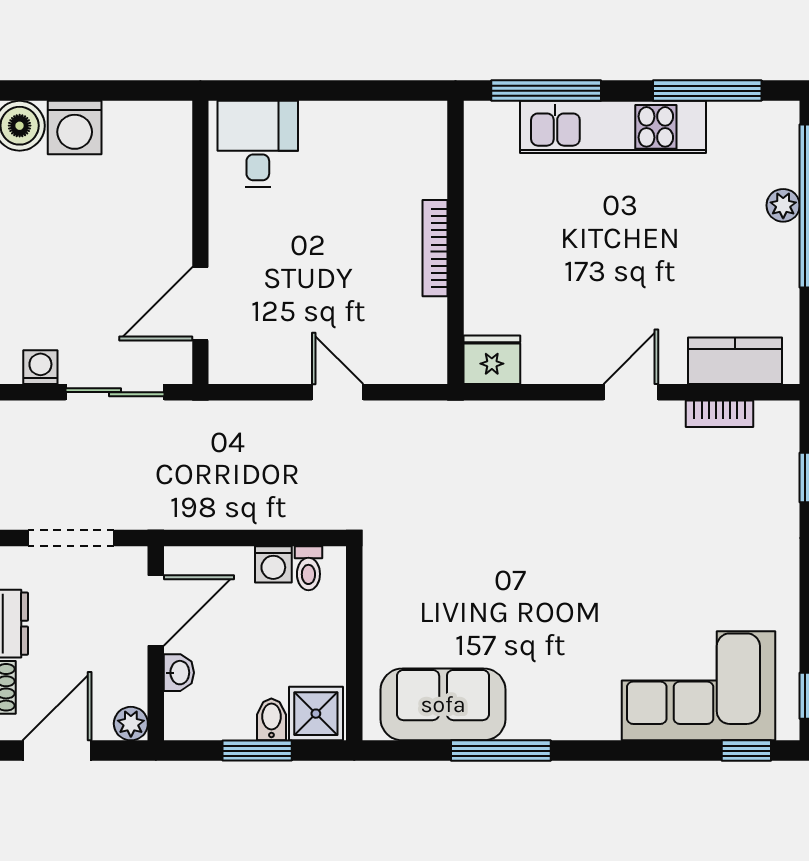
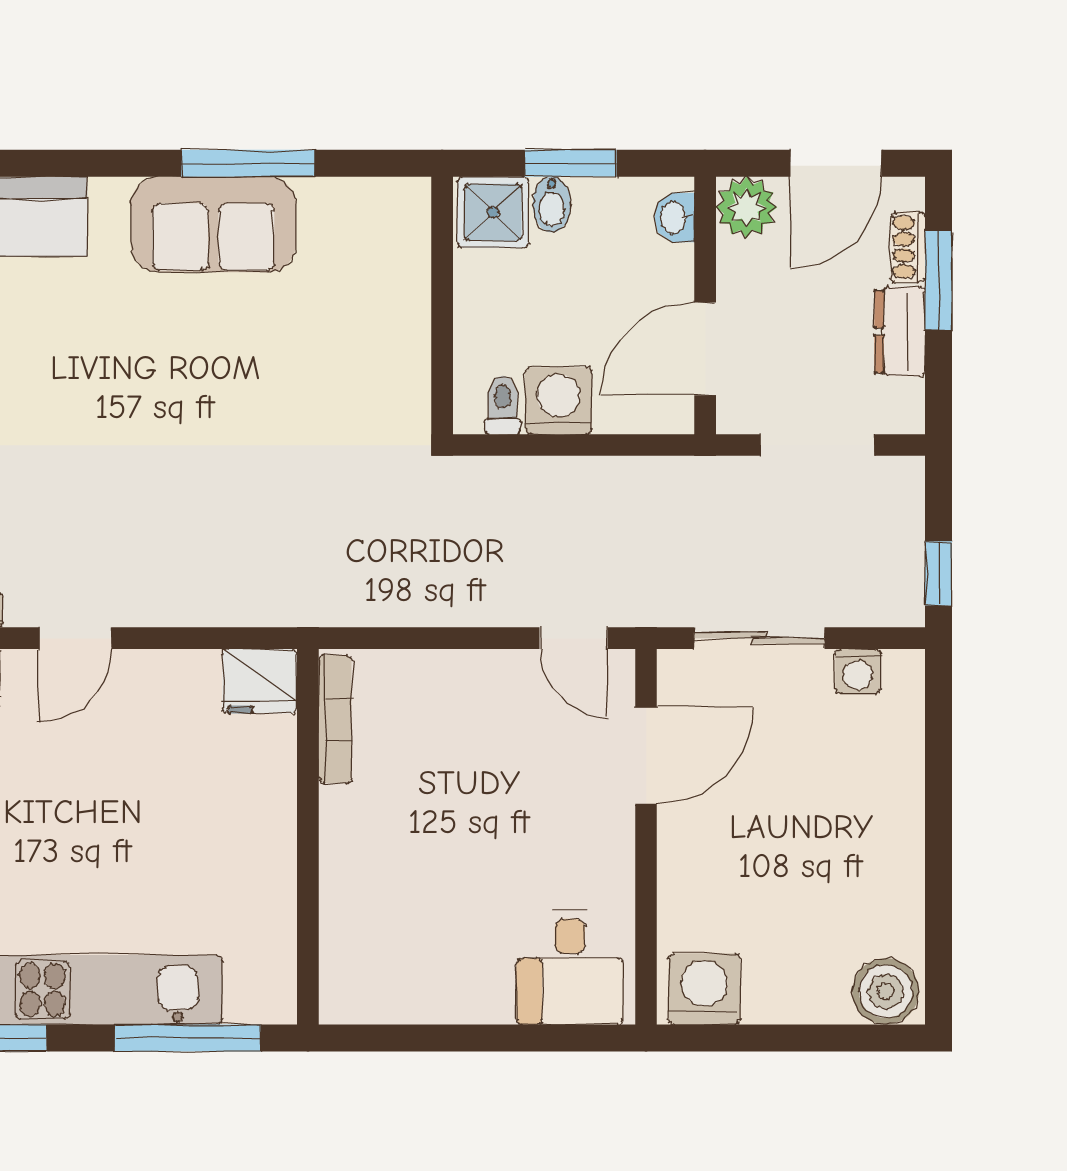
washing machine: (75, 128) -> (704, 989), moved
bookcase: (435, 248) -> (335, 719), moved
door: (338, 392) -> (573, 638), moved
washing machine: (273, 564) -> (558, 401), width x1.38, depth x1.38
washbasin: (179, 673) -> (674, 218), moved
sofa: (443, 704) -> (213, 224), moved
plant: (131, 724) -> (746, 207), width x1.38, depth x1.38

